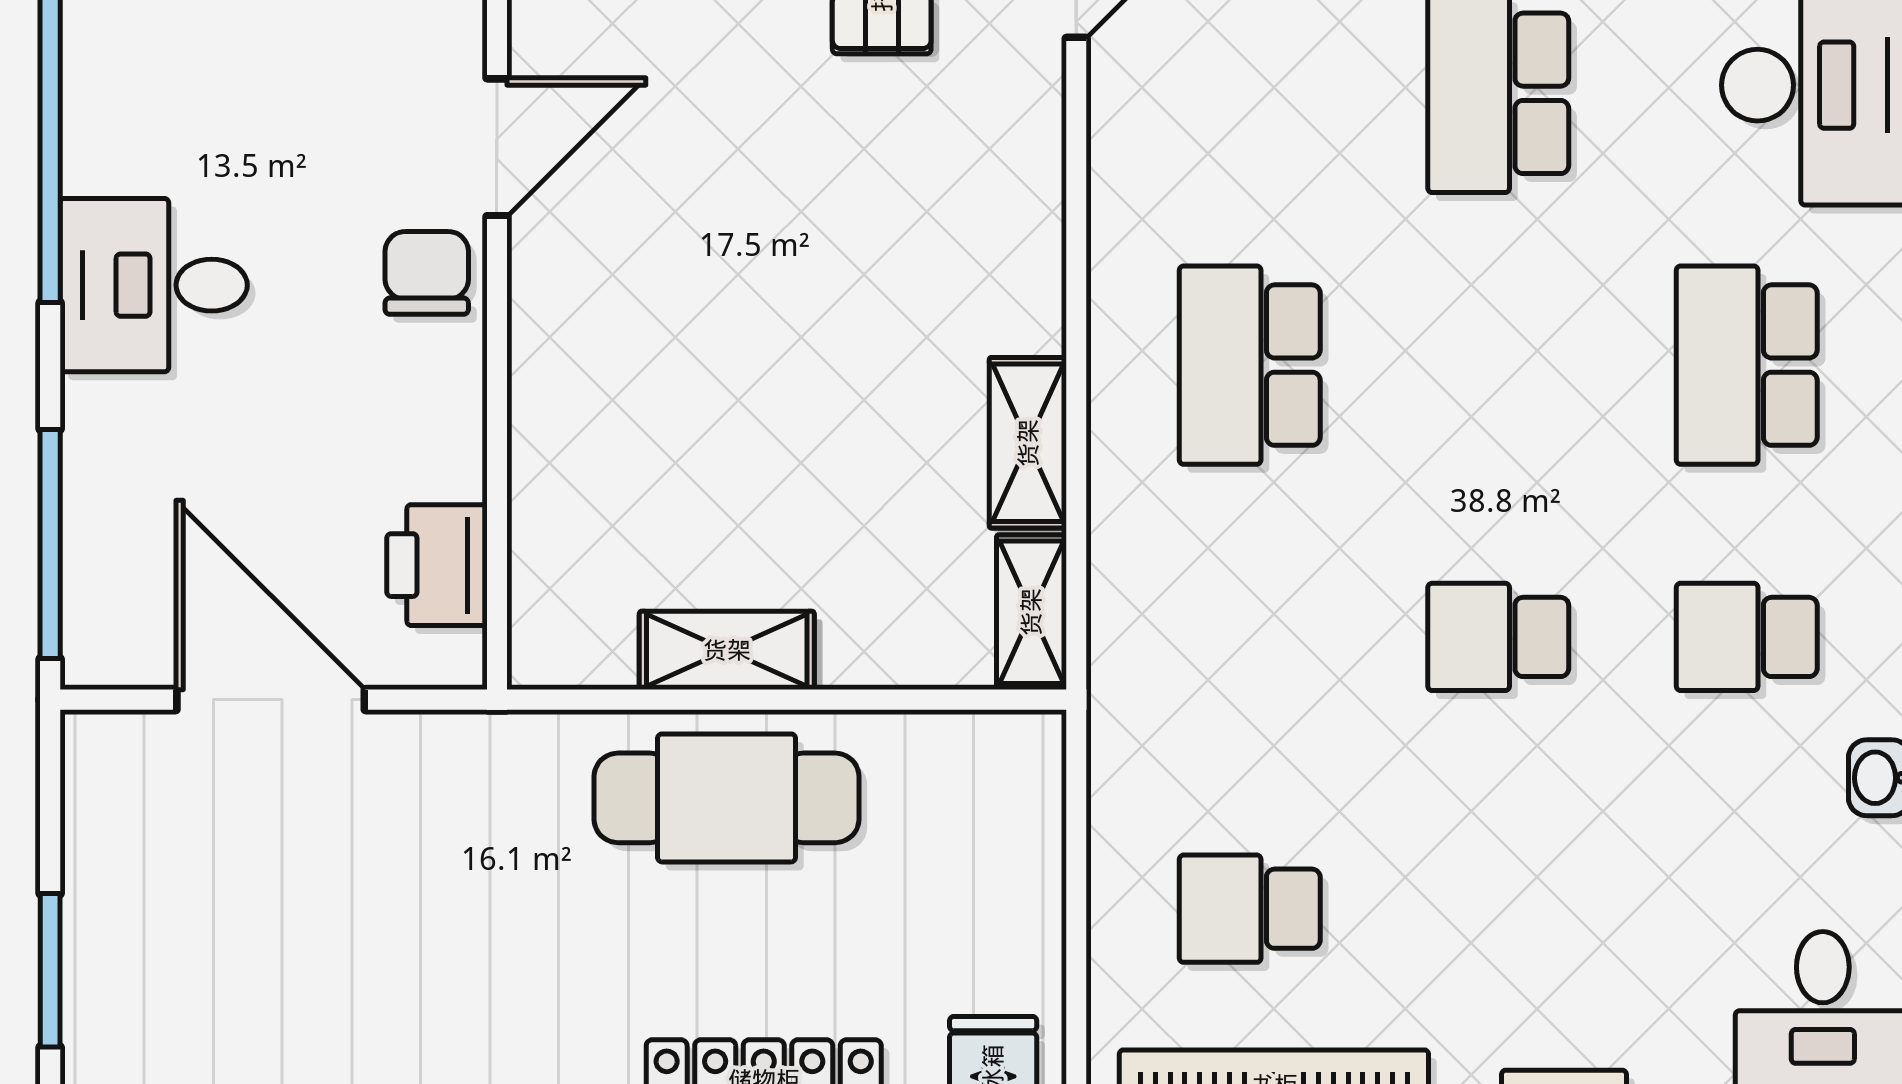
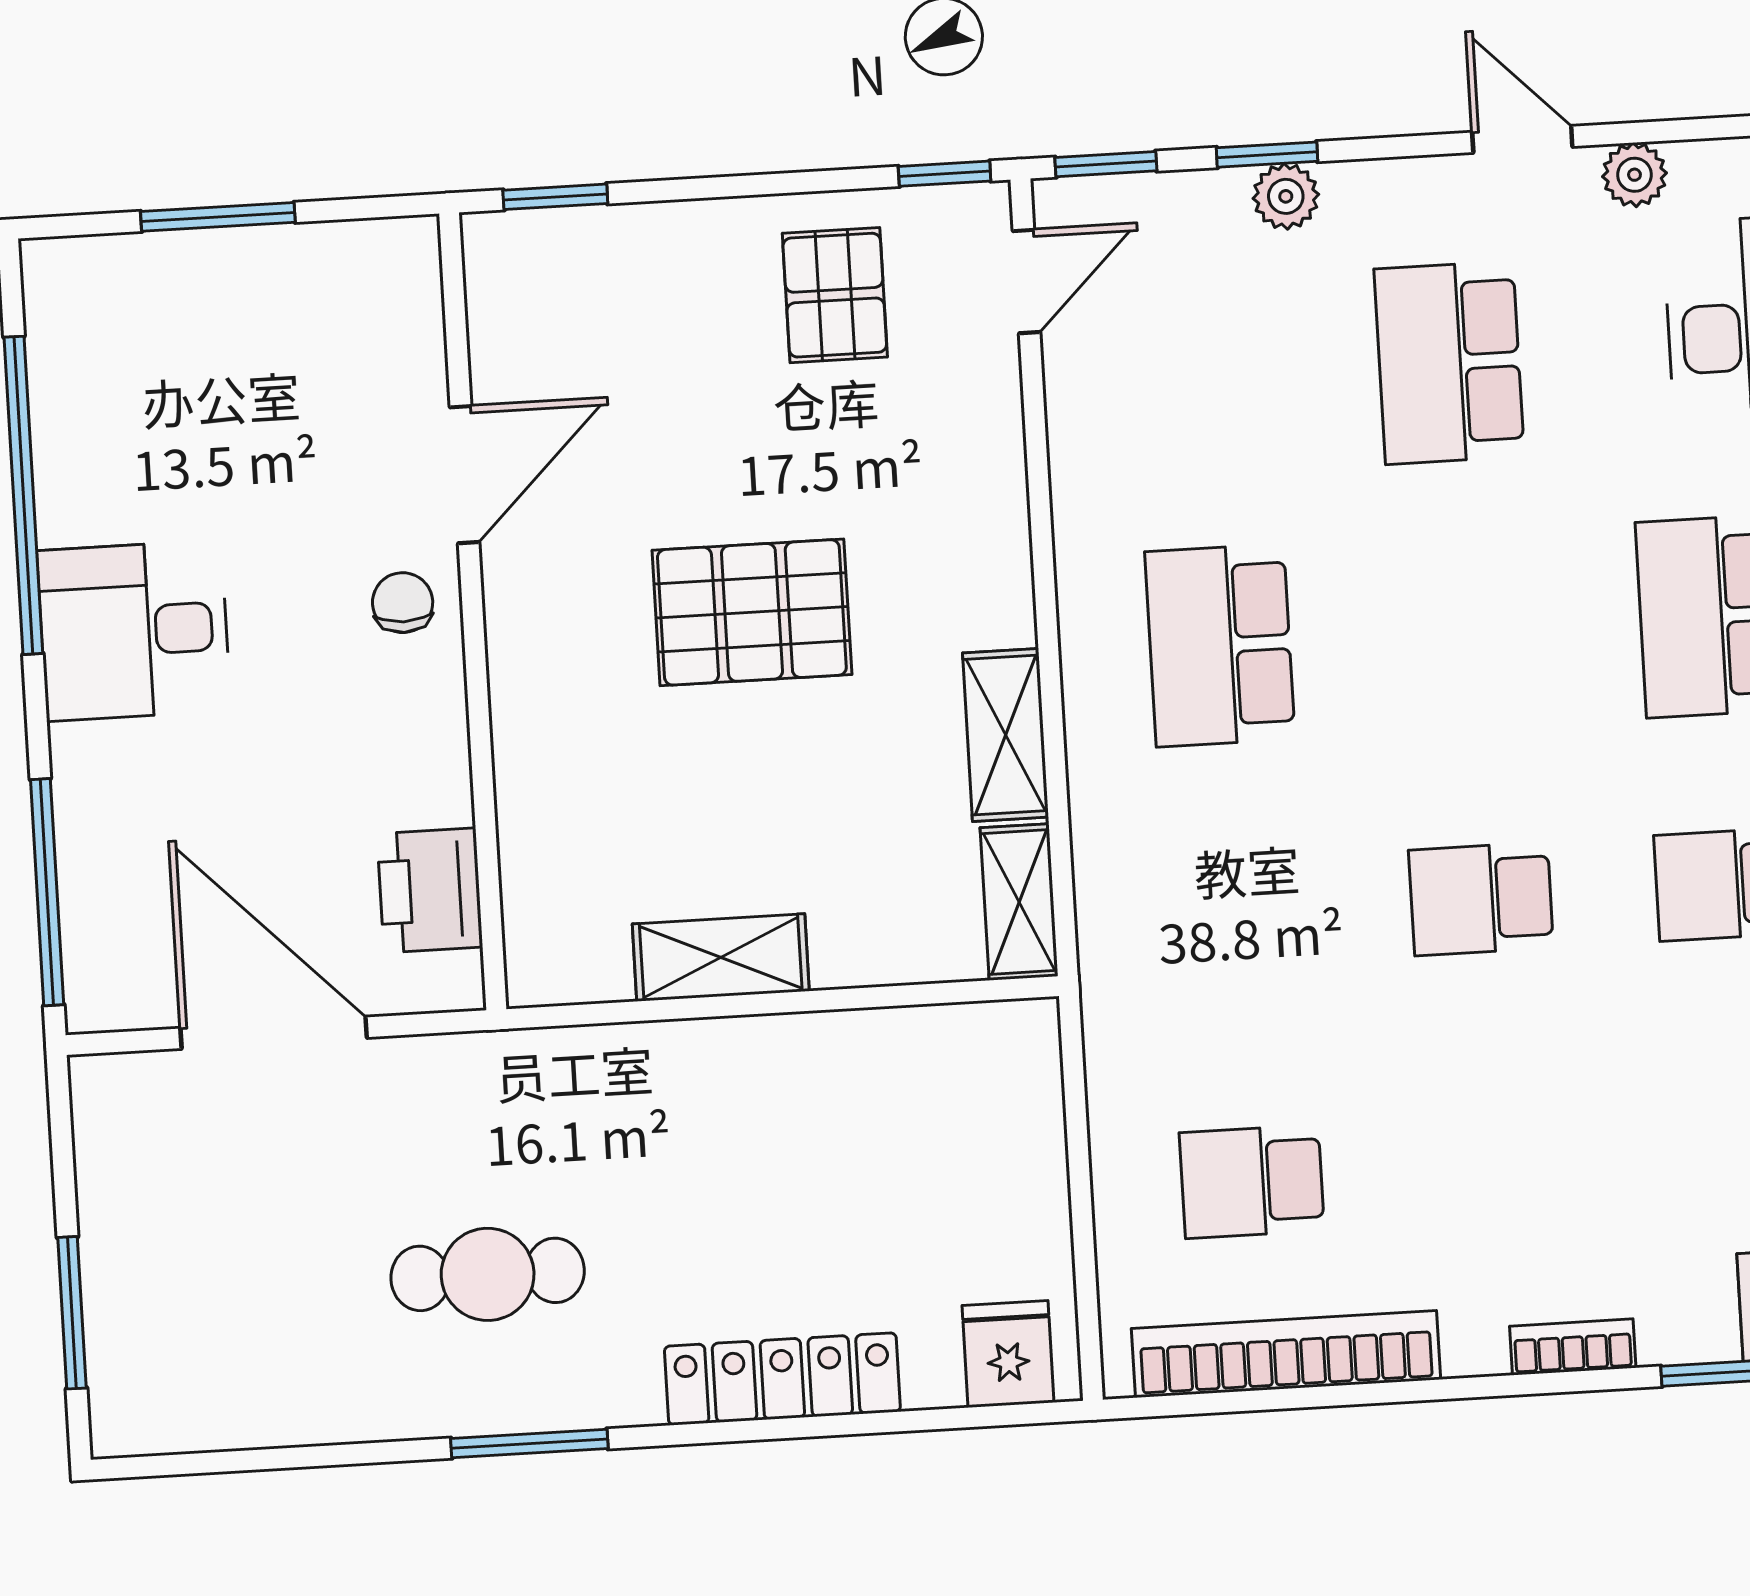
chair: (427, 273) -> (403, 603), width x0.73, depth x0.73
pallet: (779, 304) -> (752, 612), added
cafe table: (727, 798) -> (488, 1274), moved, width x0.73, depth x0.74

